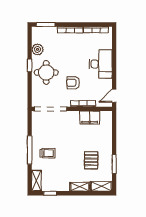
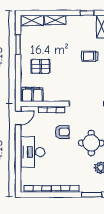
filing cabinet: (90, 118) -> (32, 94), moved
pallet: (91, 160) -> (41, 66), moved, turned 90

